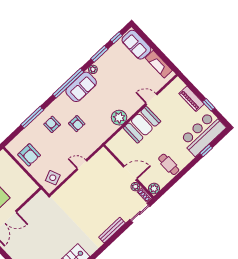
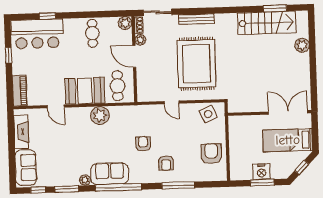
piano: (191, 99) -> (20, 91), moved
cafe table: (124, 146) -> (117, 86), added
rug: (88, 203) -> (197, 64), added

